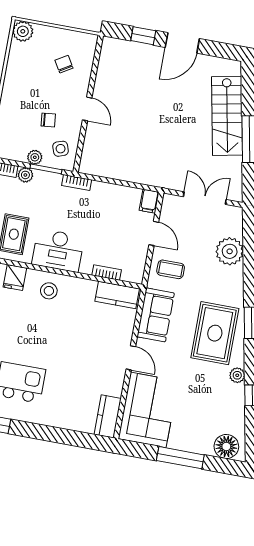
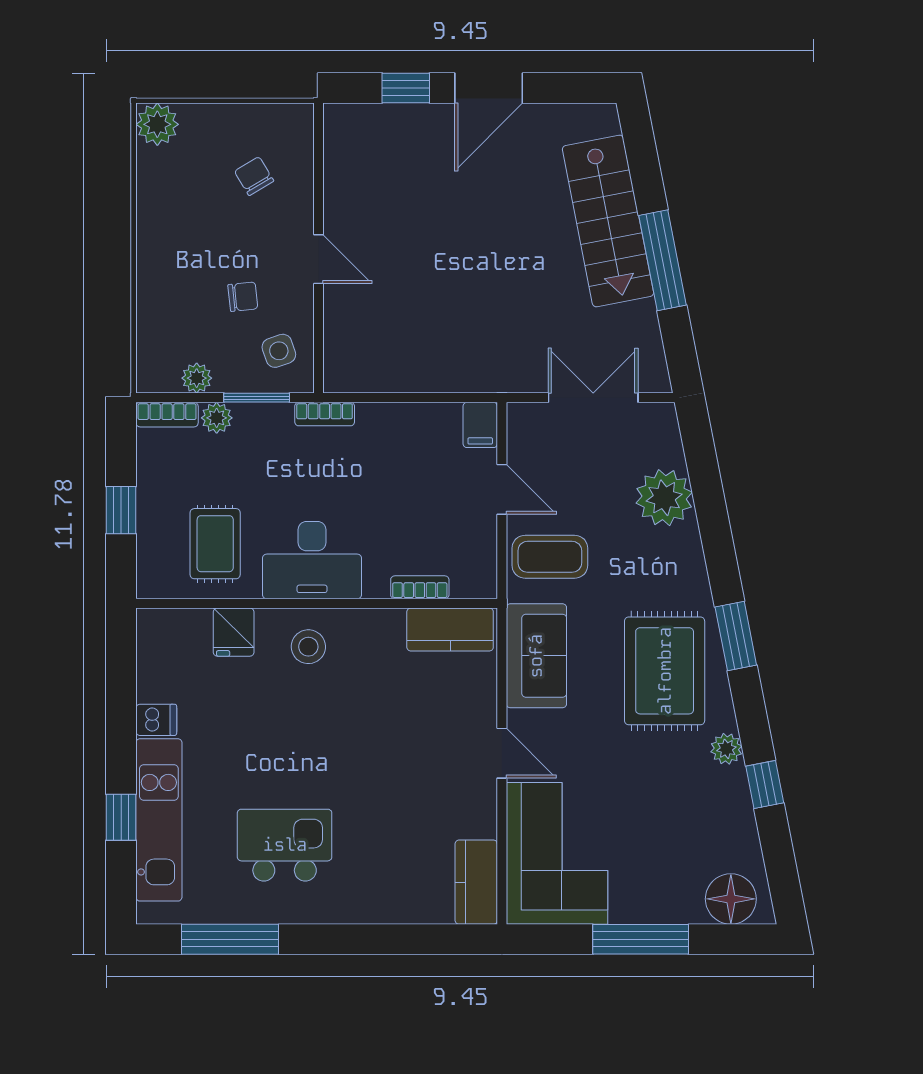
plant: (35, 157) -> (197, 378), moved
coffee table: (171, 269) -> (550, 557), width x1.36, depth x1.30

